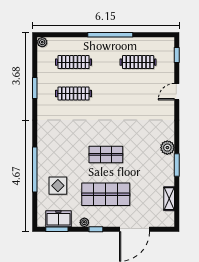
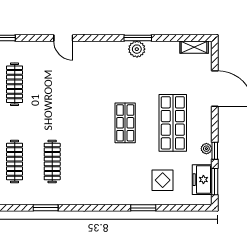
door: (177, 92) -> (63, 38), moved
plant: (167, 148) -> (137, 49), moved
window: (35, 170) -> (143, 208), width x0.47
shelving: (169, 199) -> (194, 47), moved
window: (96, 229) -> (215, 151), moved

